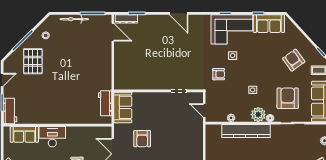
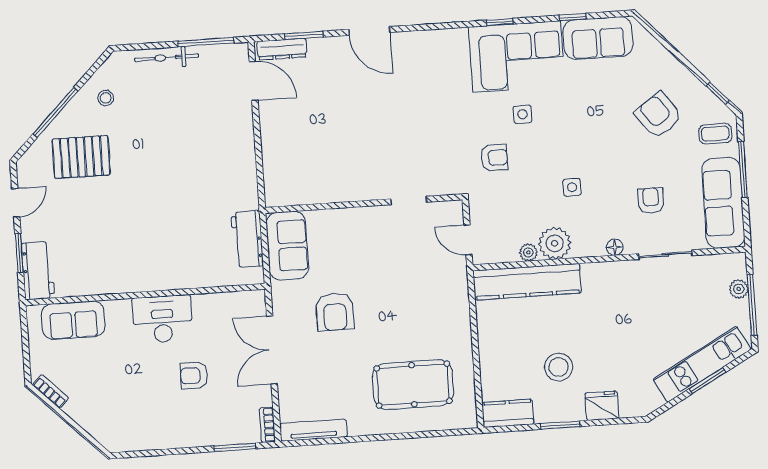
door: (179, 13) -> (369, 31), moved
pallet: (33, 61) -> (81, 157), turned 90
armchair: (288, 98) -> (651, 200), width x0.53, depth x0.53
plant: (258, 115) -> (555, 243), moved
kitchen counter: (246, 131) -> (527, 282), moved
desk: (52, 137) -> (162, 319), moved

